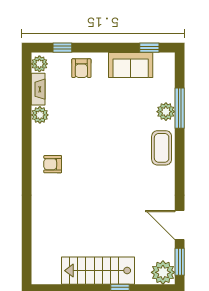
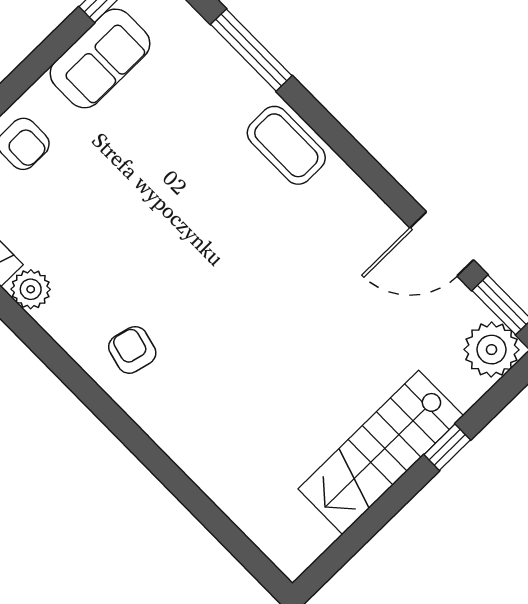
plant: (166, 112) -> (234, 78), removed
armchair: (53, 164) -> (132, 350), turned 104

